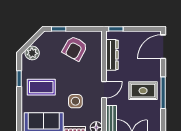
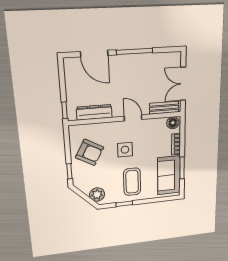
door: (163, 47) -> (94, 53), moved
rug: (143, 91) -> (133, 75), removed
side table: (75, 101) -> (125, 150), moved

